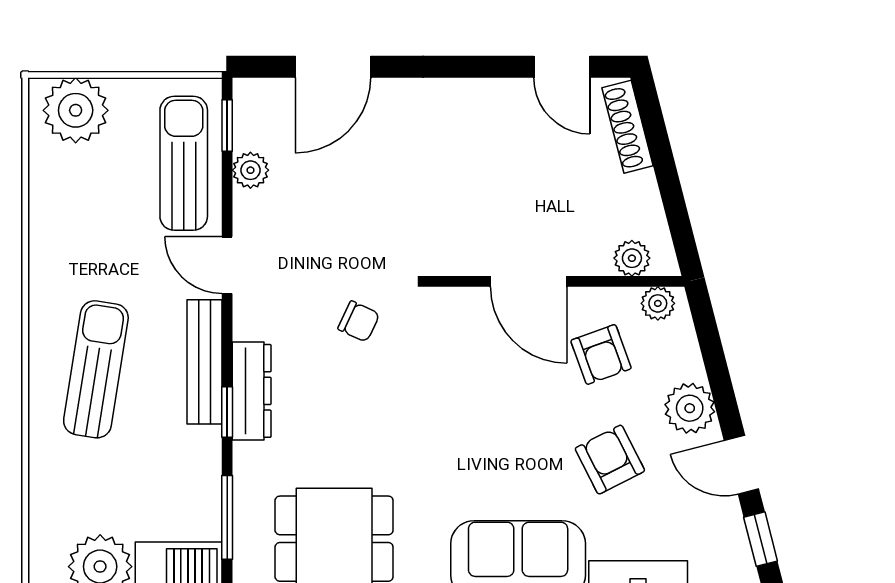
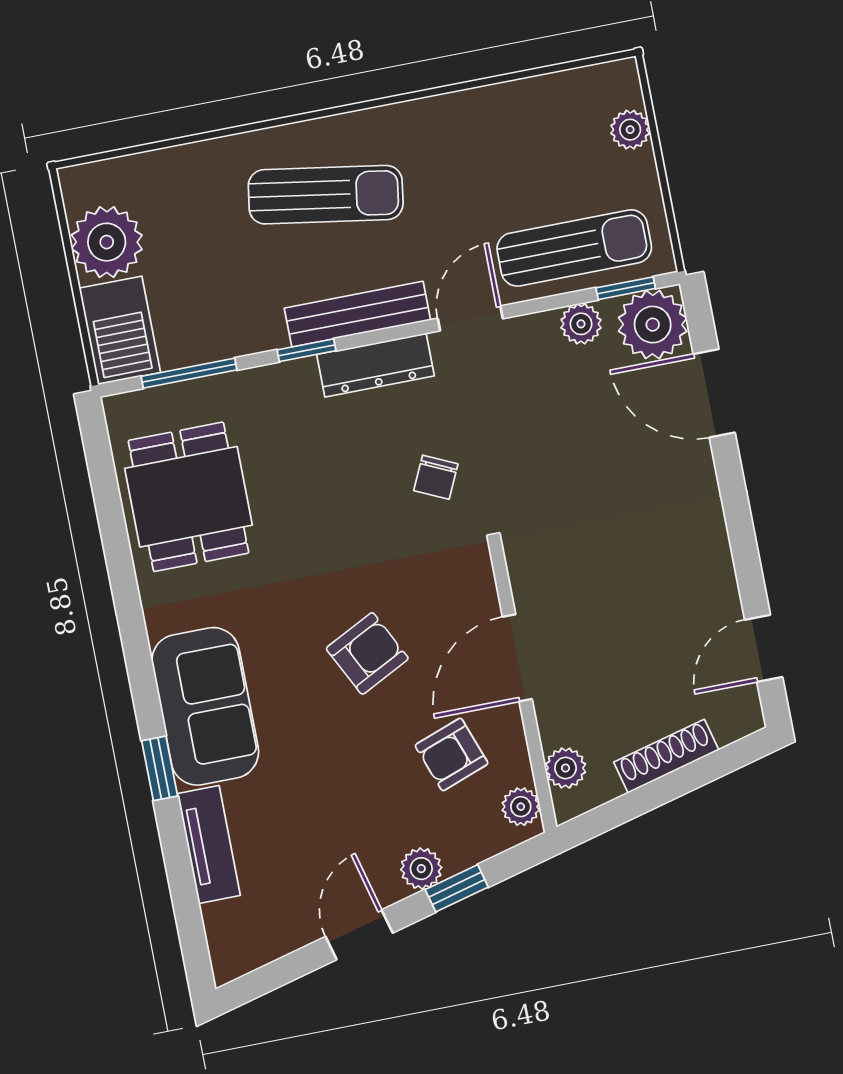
plant: (263, 108) -> (653, 325), added
plant: (76, 110) -> (630, 130), width x0.53, depth x0.53
shoe rack: (628, 127) -> (666, 756), moved
dresser: (252, 391) -> (375, 365), moved
plant: (690, 408) -> (421, 869), width x0.73, depth x0.73
armchair: (610, 460) -> (367, 653), moved
window: (761, 539) -> (457, 888), moved

